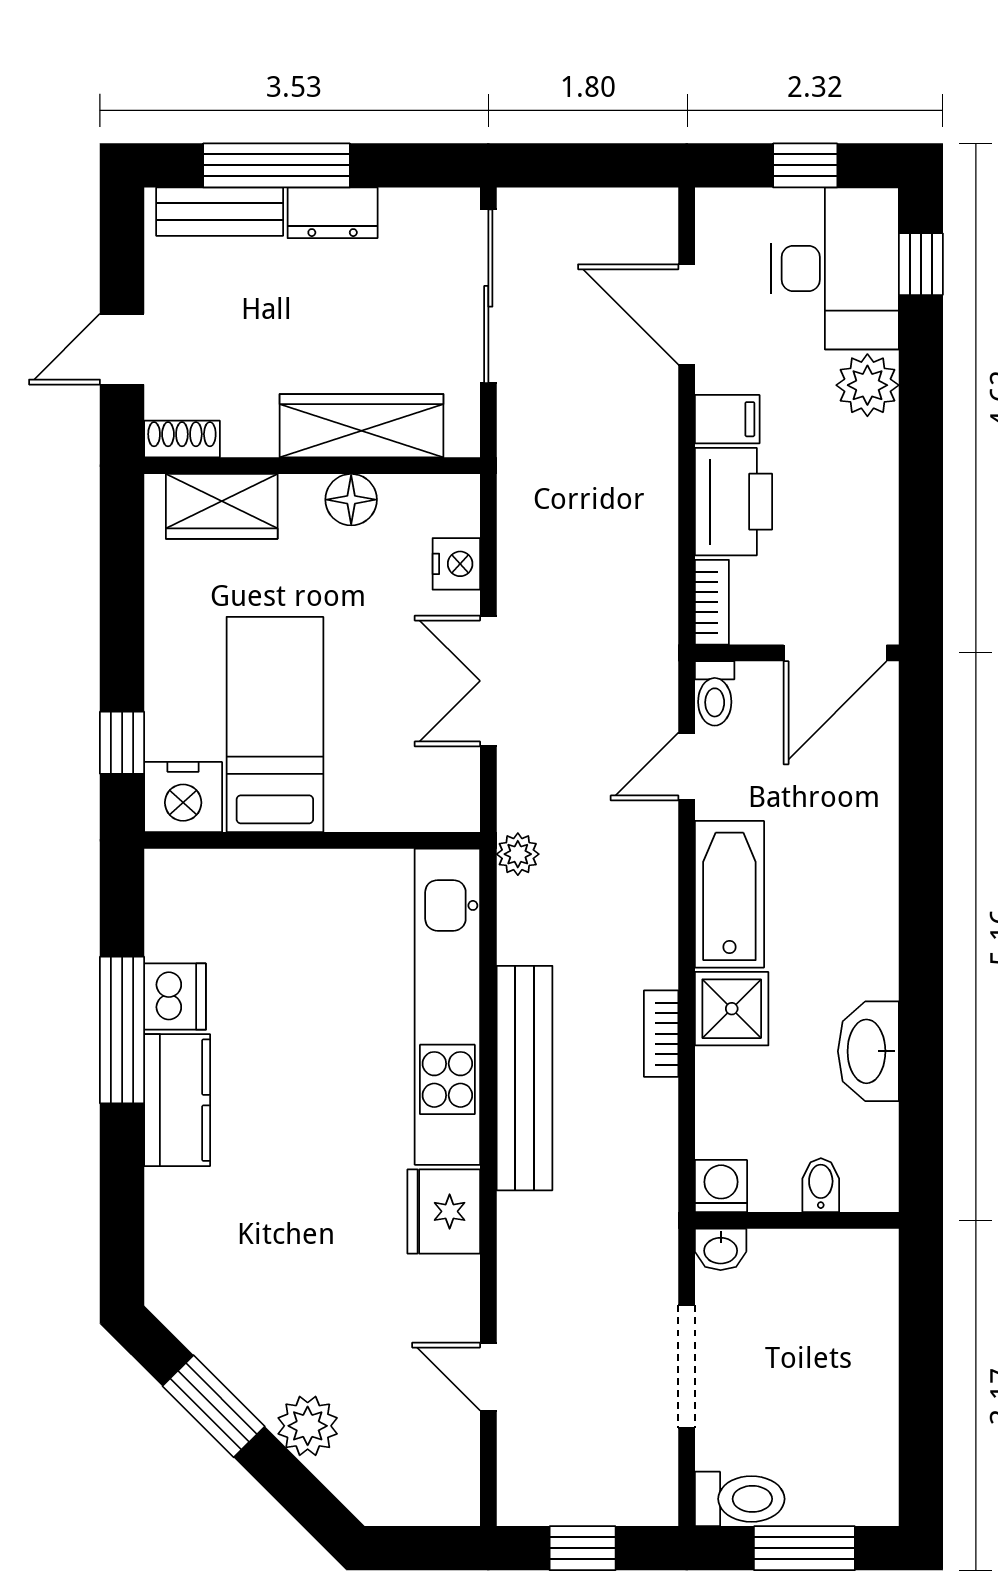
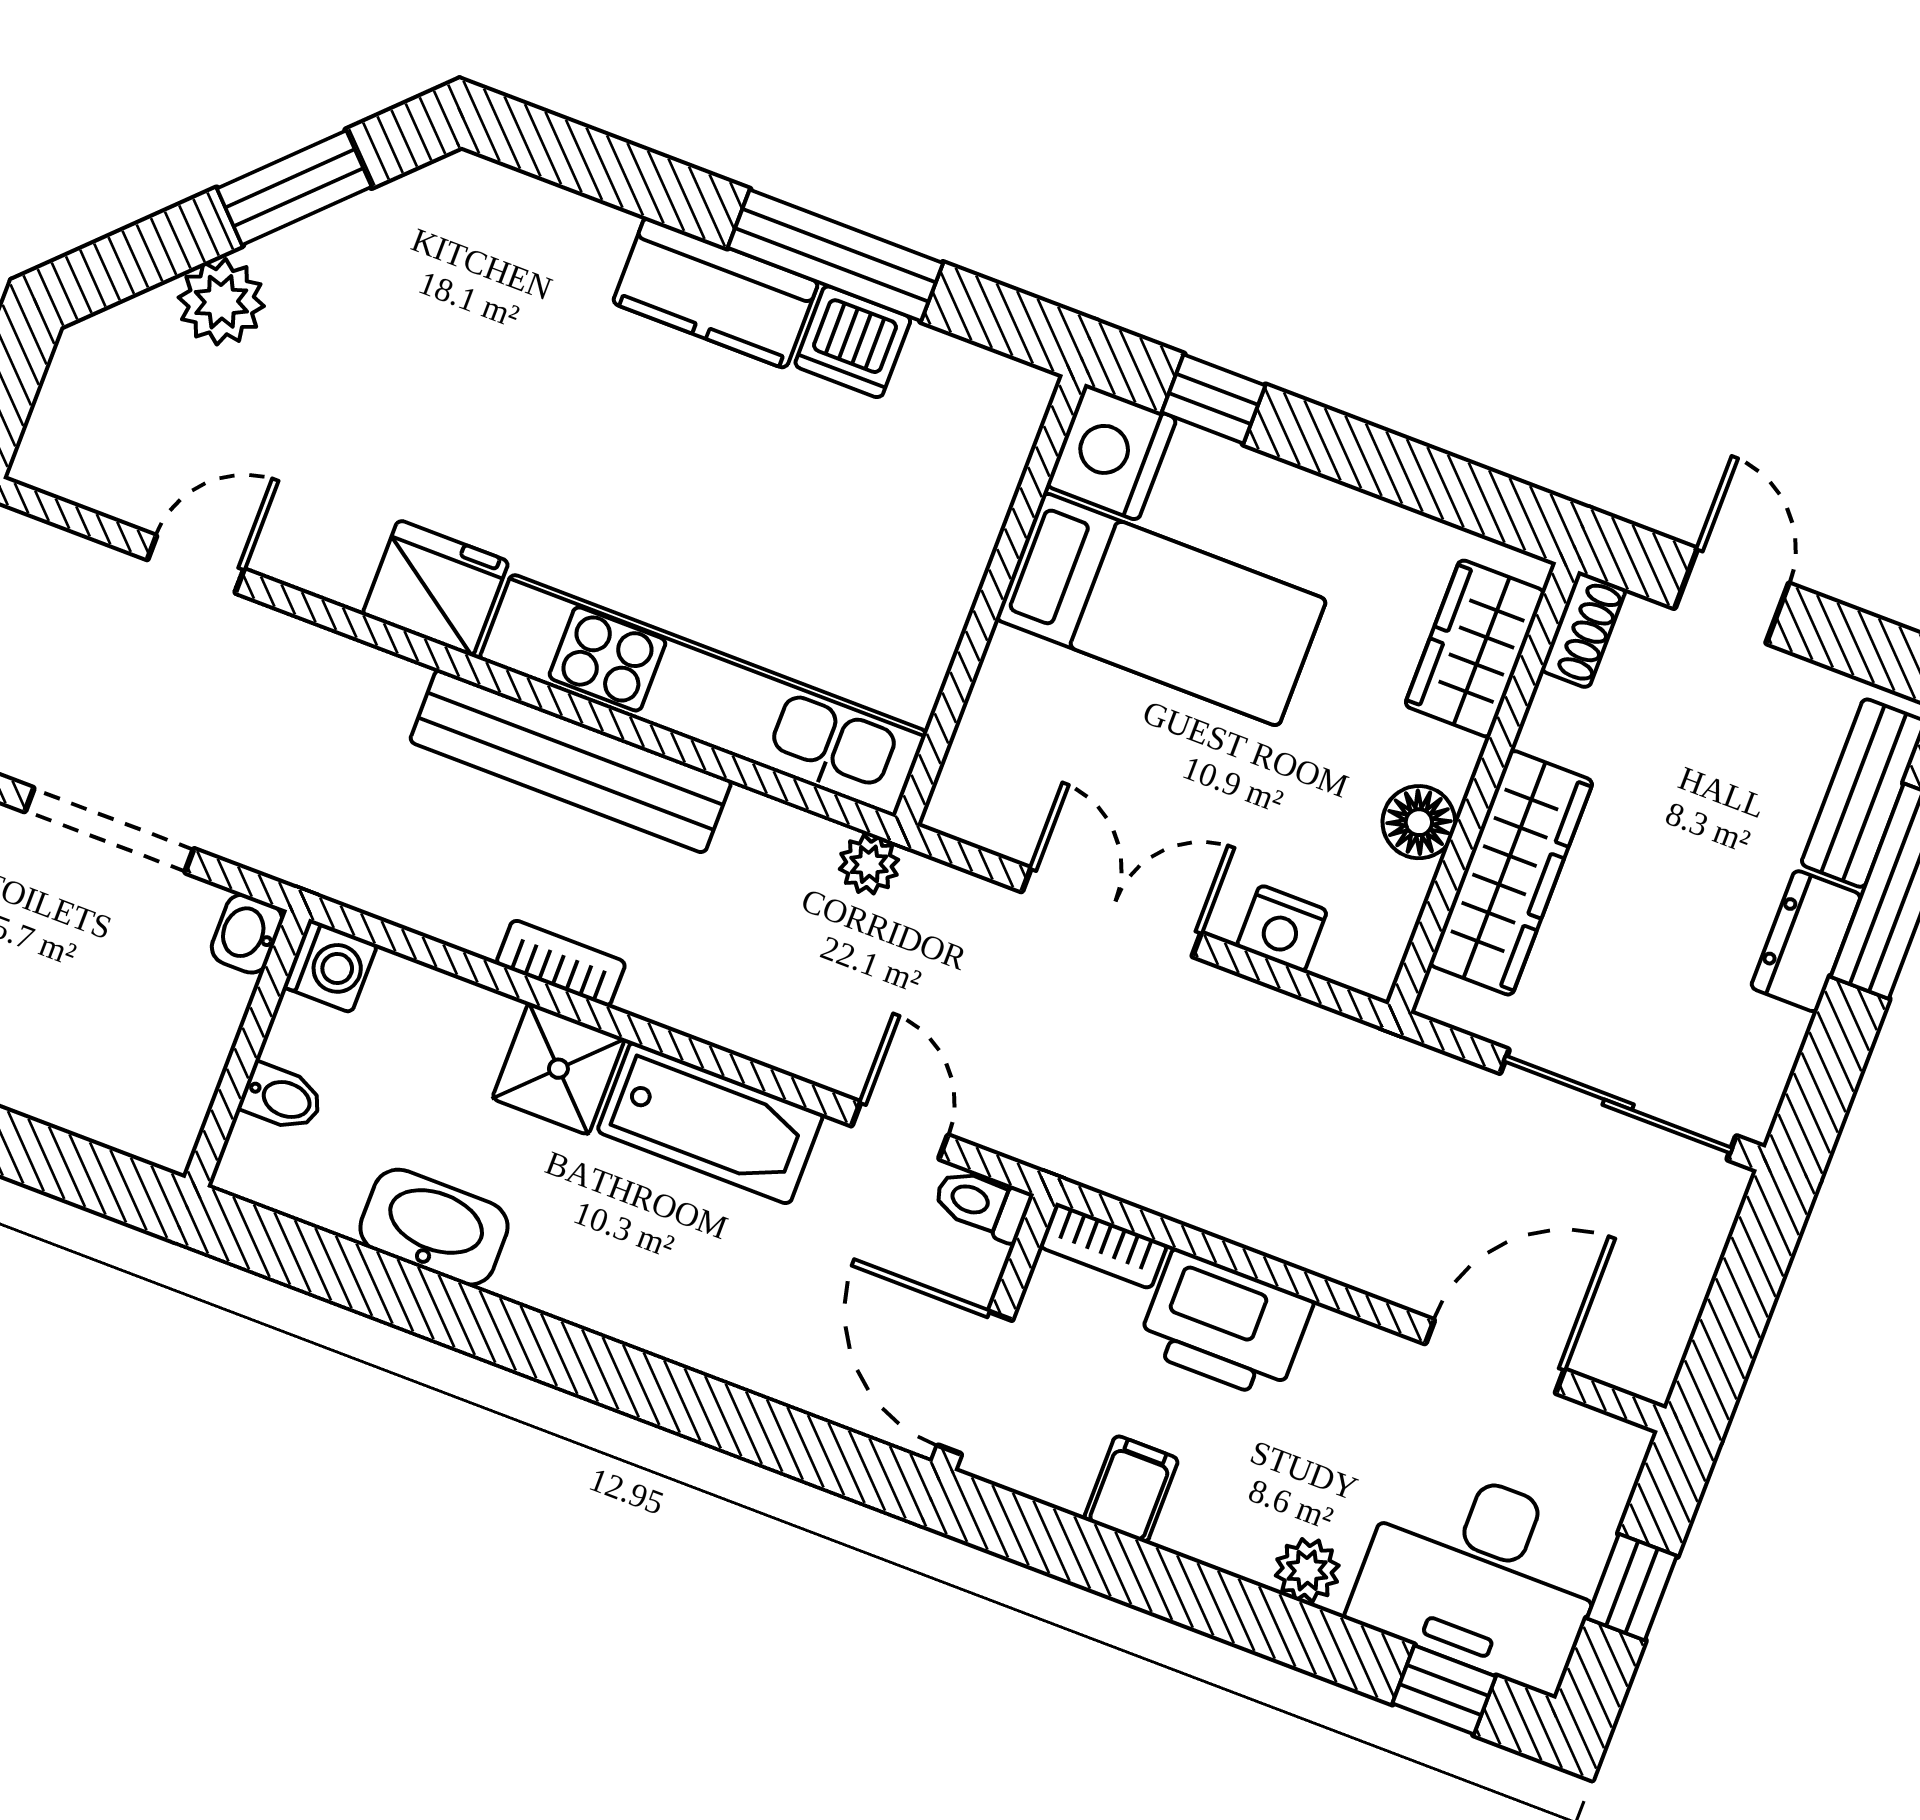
plant: (867, 385) -> (1307, 1570), width x0.73, depth x0.73
filing cabinet: (727, 419) -> (1131, 1489), moved, turned 180

